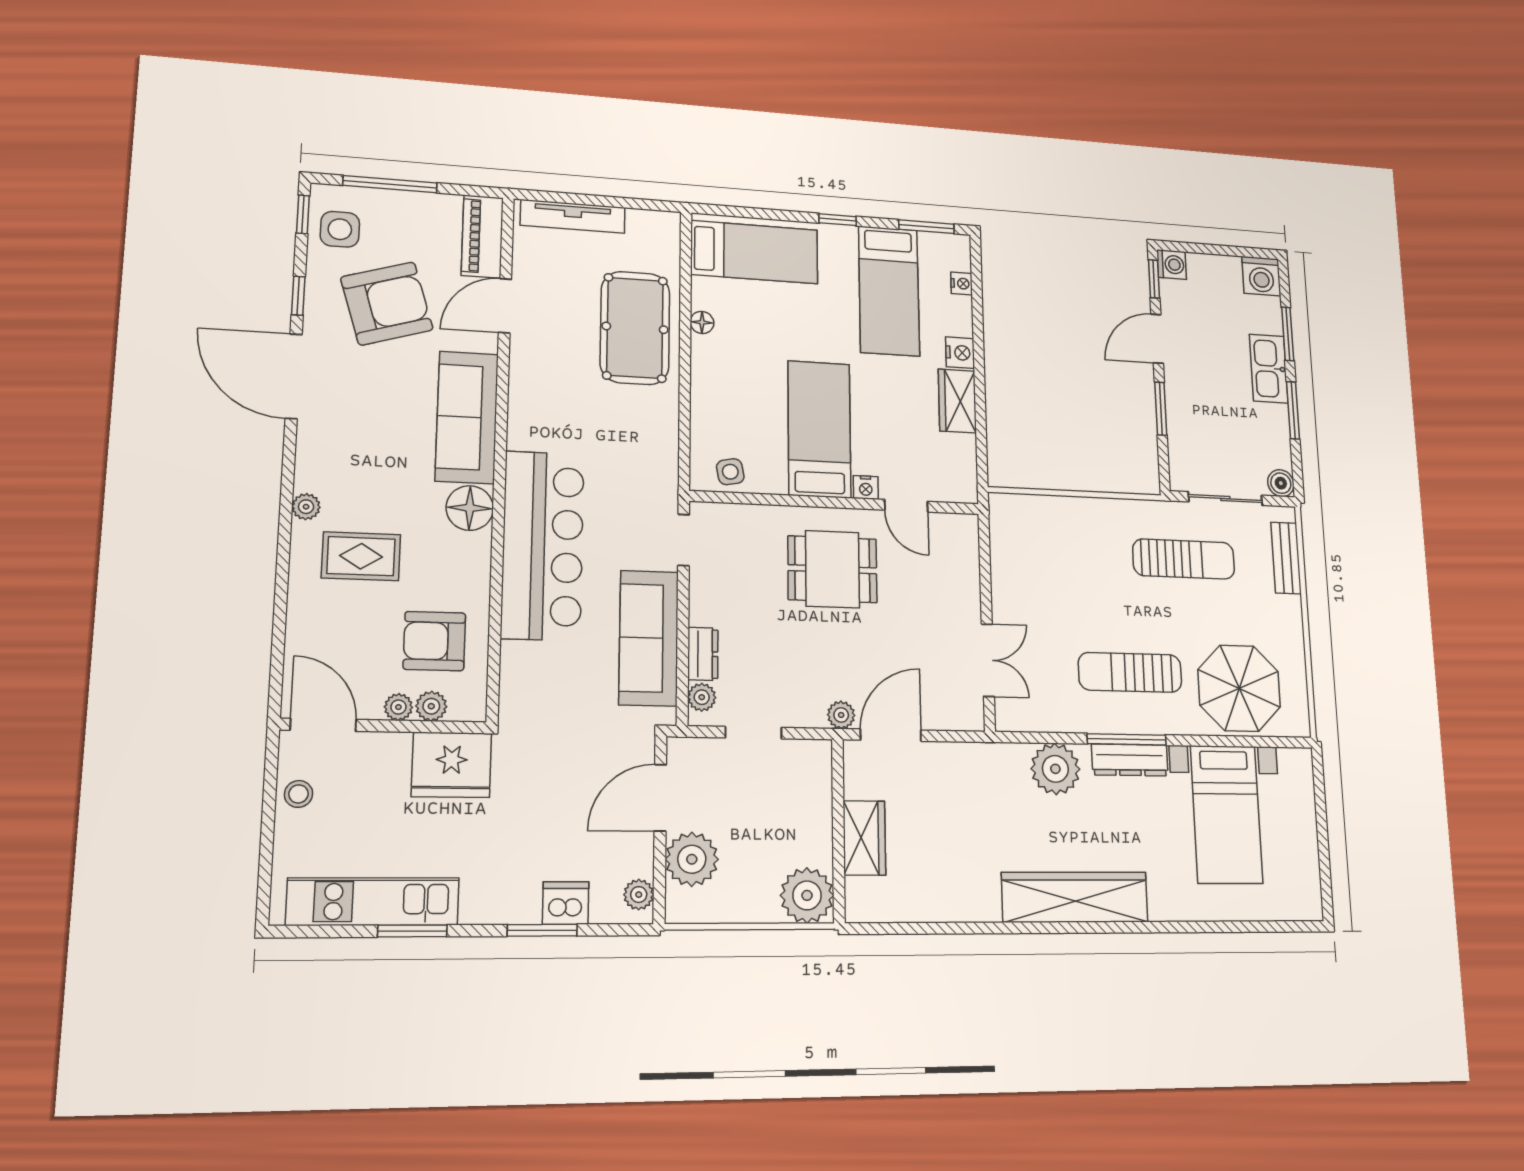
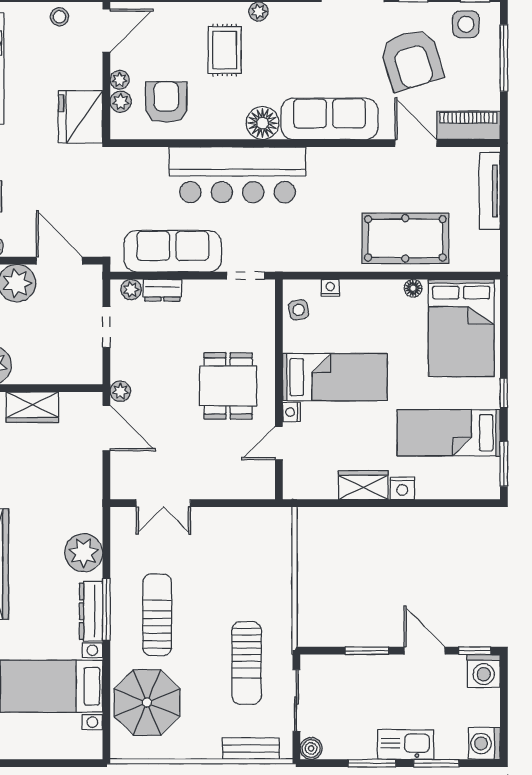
bed: (754, 252) -> (461, 328), width x1.50
washing machine: (1172, 264) -> (484, 671), width x1.38, depth x1.38
nightstand: (962, 284) -> (330, 288), moved, turned 180

